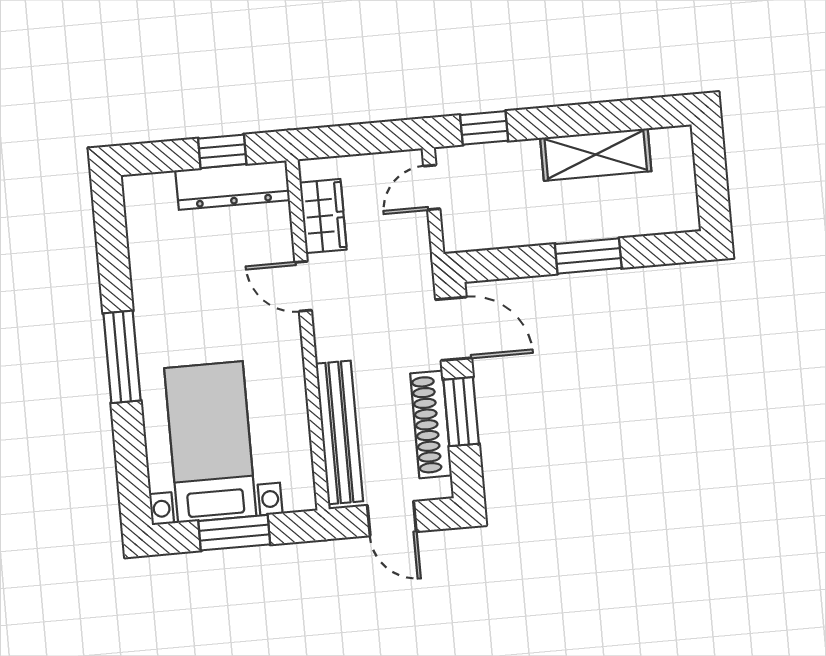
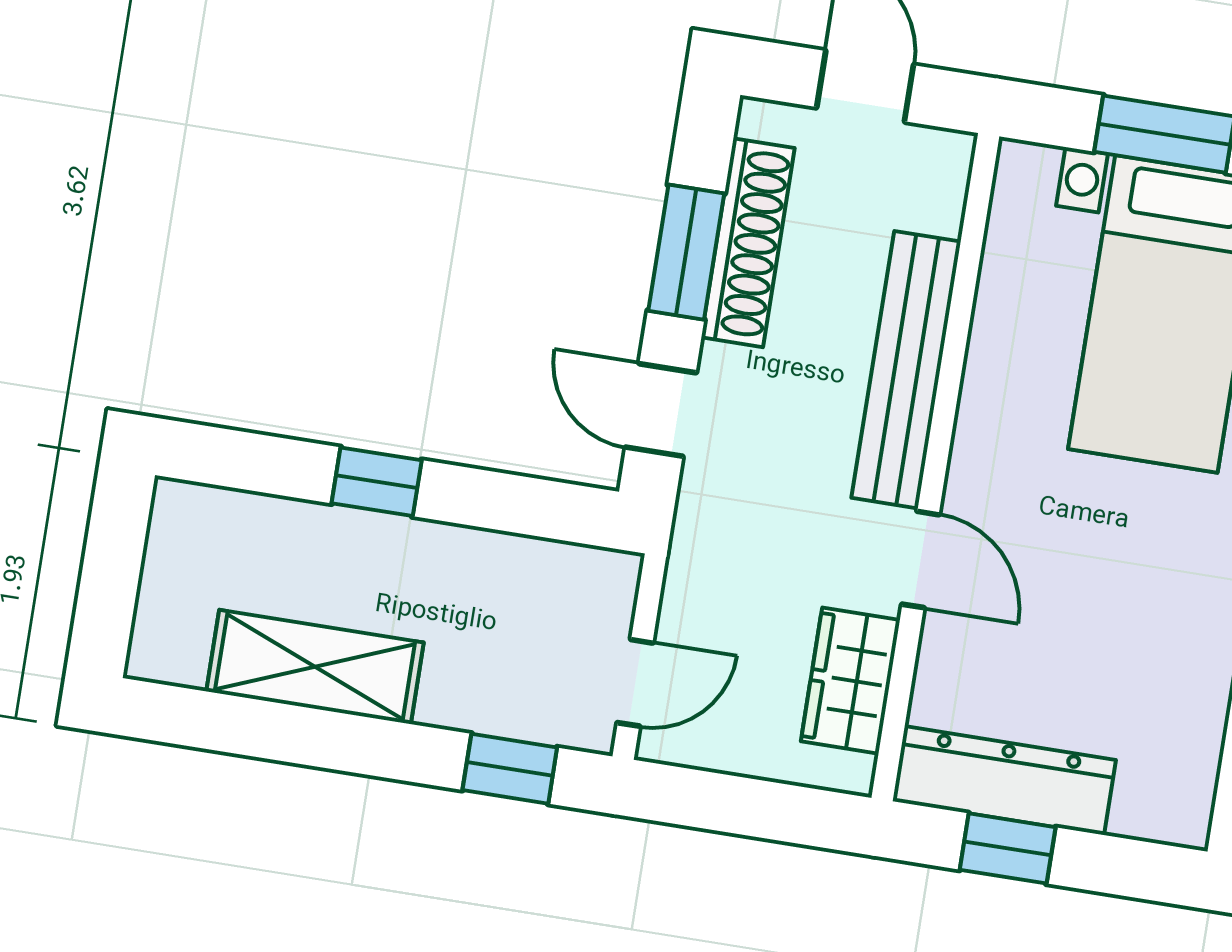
window: (588, 256) -> (377, 482), width x0.67
door: (454, 329) -> (661, 410), width x0.73
bench: (339, 432) -> (906, 370), moved

